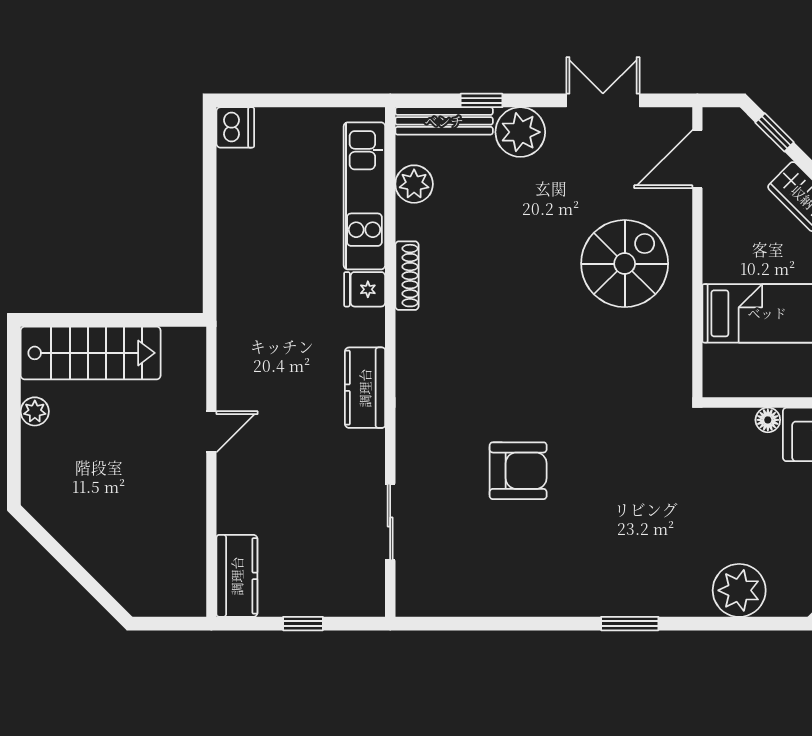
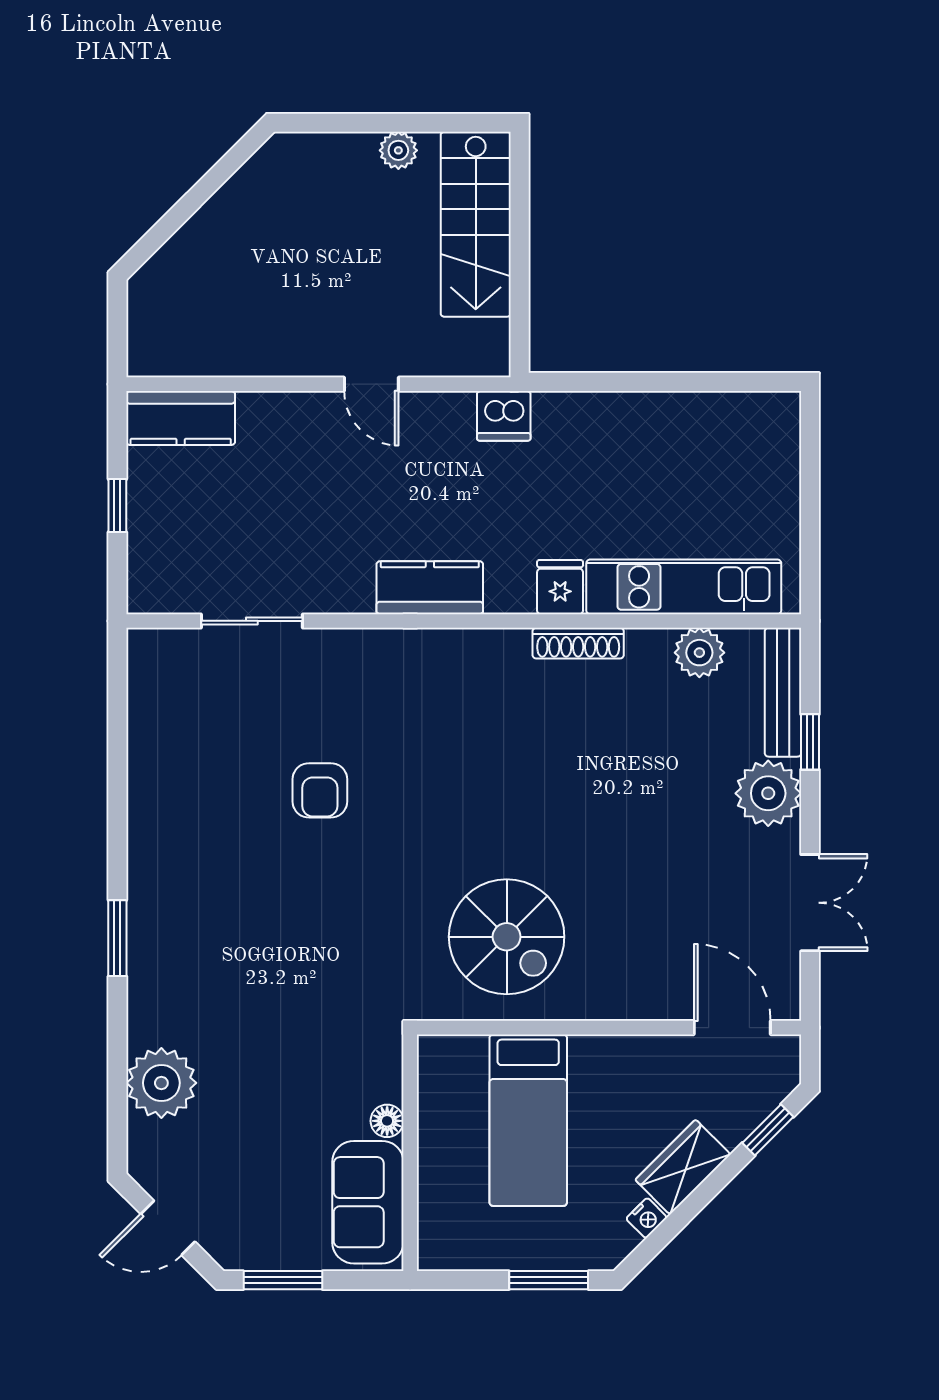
dishwasher: (235, 127) -> (504, 416), moved
spiral stairs: (625, 264) -> (507, 937), moved
armchair: (518, 471) -> (320, 790), width x0.72, depth x0.72

